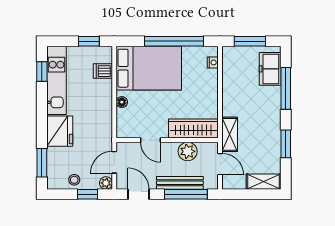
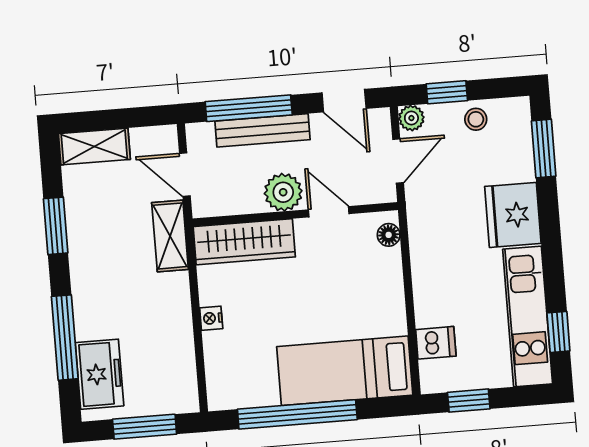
nightstand: (213, 62) -> (211, 318), moved
bed: (149, 68) -> (345, 371), width x0.67
floor lamp: (122, 102) -> (389, 235), moved
plant: (188, 151) -> (283, 192), moved

